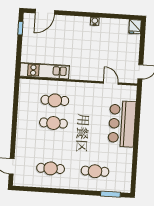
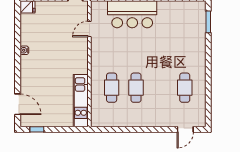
cafe table: (95, 171) -> (185, 40), removed

